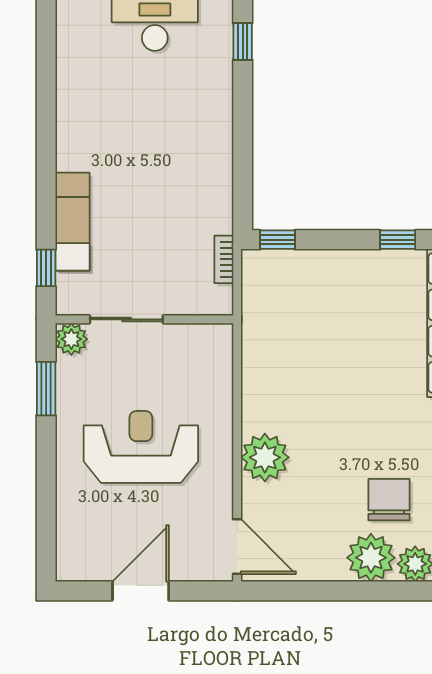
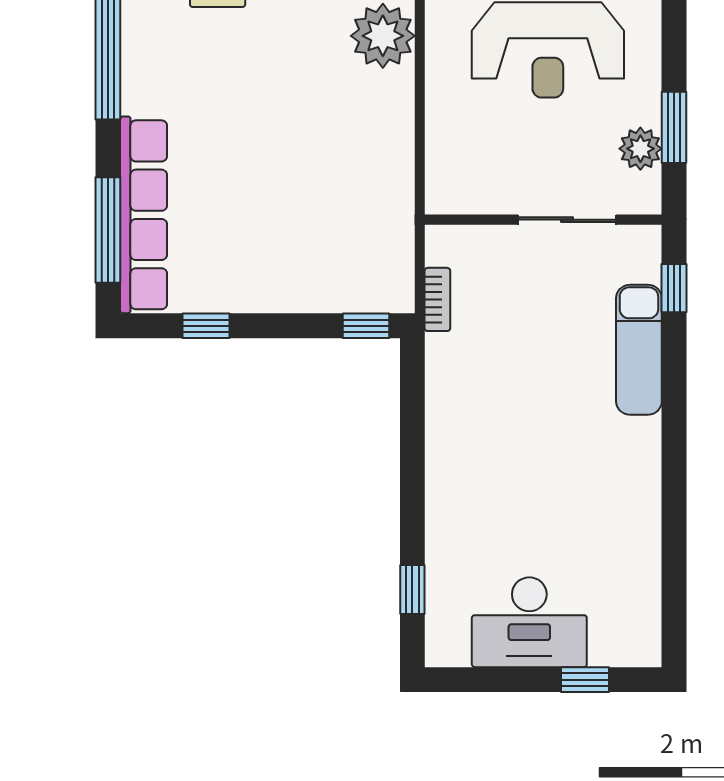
plant: (71, 339) -> (640, 149), moved

